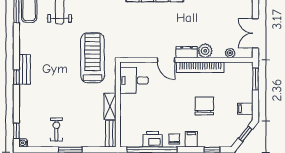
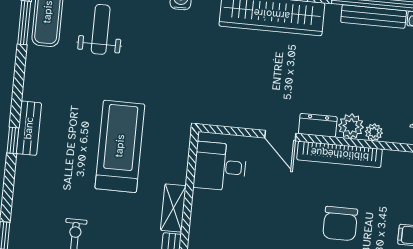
plant: (230, 53) -> (374, 132), moved
treadmill: (92, 58) -> (120, 146), moved
chair: (204, 106) -> (340, 224), turned 180

